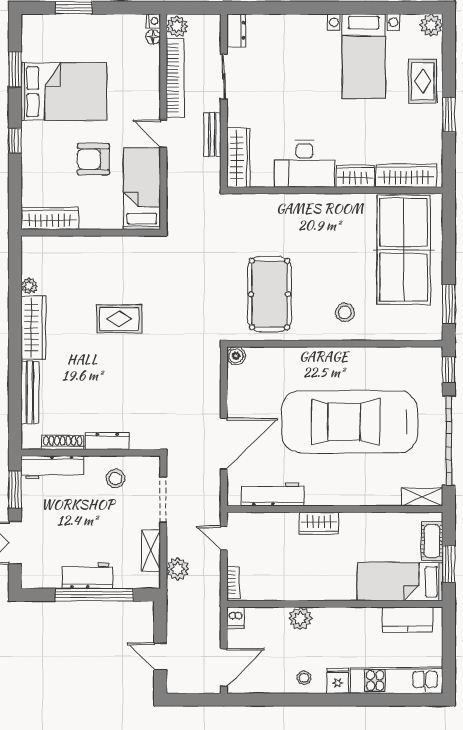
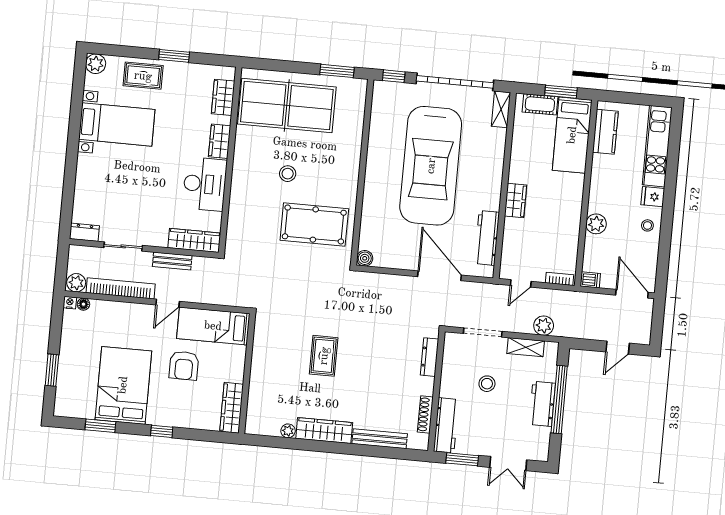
wardrobe: (406, 176) -> (223, 97), width x0.67
stool: (345, 312) -> (288, 174), moved
dresser: (107, 441) -> (430, 357), moved
stool: (115, 478) -> (487, 384), moved

